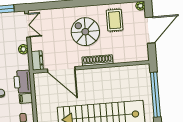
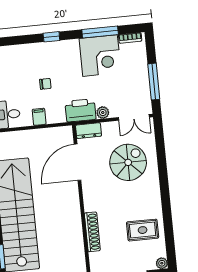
spiral stairs: (85, 32) -> (128, 162), moved
shoe rack: (97, 60) -> (92, 232), moved
printer: (23, 82) -> (81, 110), moved

